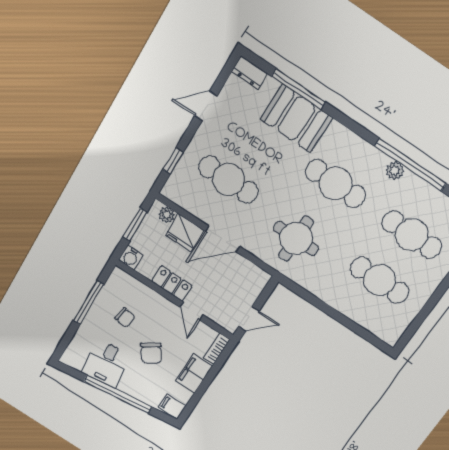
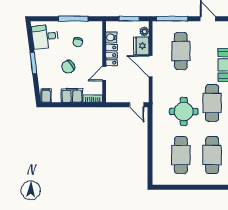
window: (173, 161) -> (172, 19), width x2.17
round table: (296, 239) -> (184, 111), moved
water cooler: (131, 257) -> (111, 37), moved
door: (249, 319) -> (137, 105), moved
desk: (106, 364) -> (45, 37), moved
window: (118, 394) -> (33, 63), width x0.47

